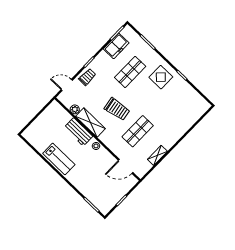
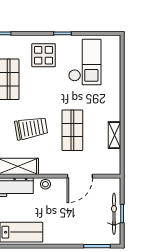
checkout: (179, 102) -> (85, 62), added
door: (126, 166) -> (80, 176), moved
bicycle: (117, 196) -> (114, 214), added

